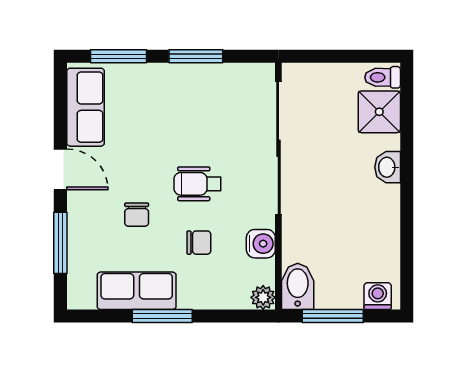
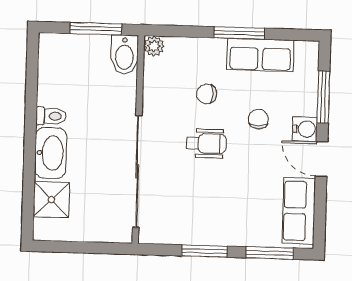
toilet: (383, 77) -> (51, 116), moved
washbasin: (388, 167) -> (51, 153), width x1.91, depth x1.45
water cooler: (261, 244) -> (305, 129), moved, turned 180
washing machine: (378, 296) -> (57, 44), removed

